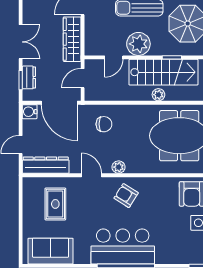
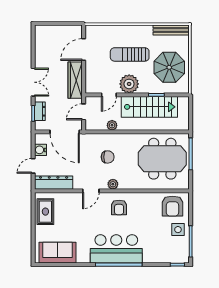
plant: (158, 95) -> (112, 125), moved
water cooler: (30, 112) -> (40, 150), moved
chair: (104, 124) -> (108, 157), moved
door: (91, 175) -> (91, 191), swing flipped
armchair: (126, 196) -> (119, 207), turned -122
rug: (55, 204) -> (45, 212), moved

